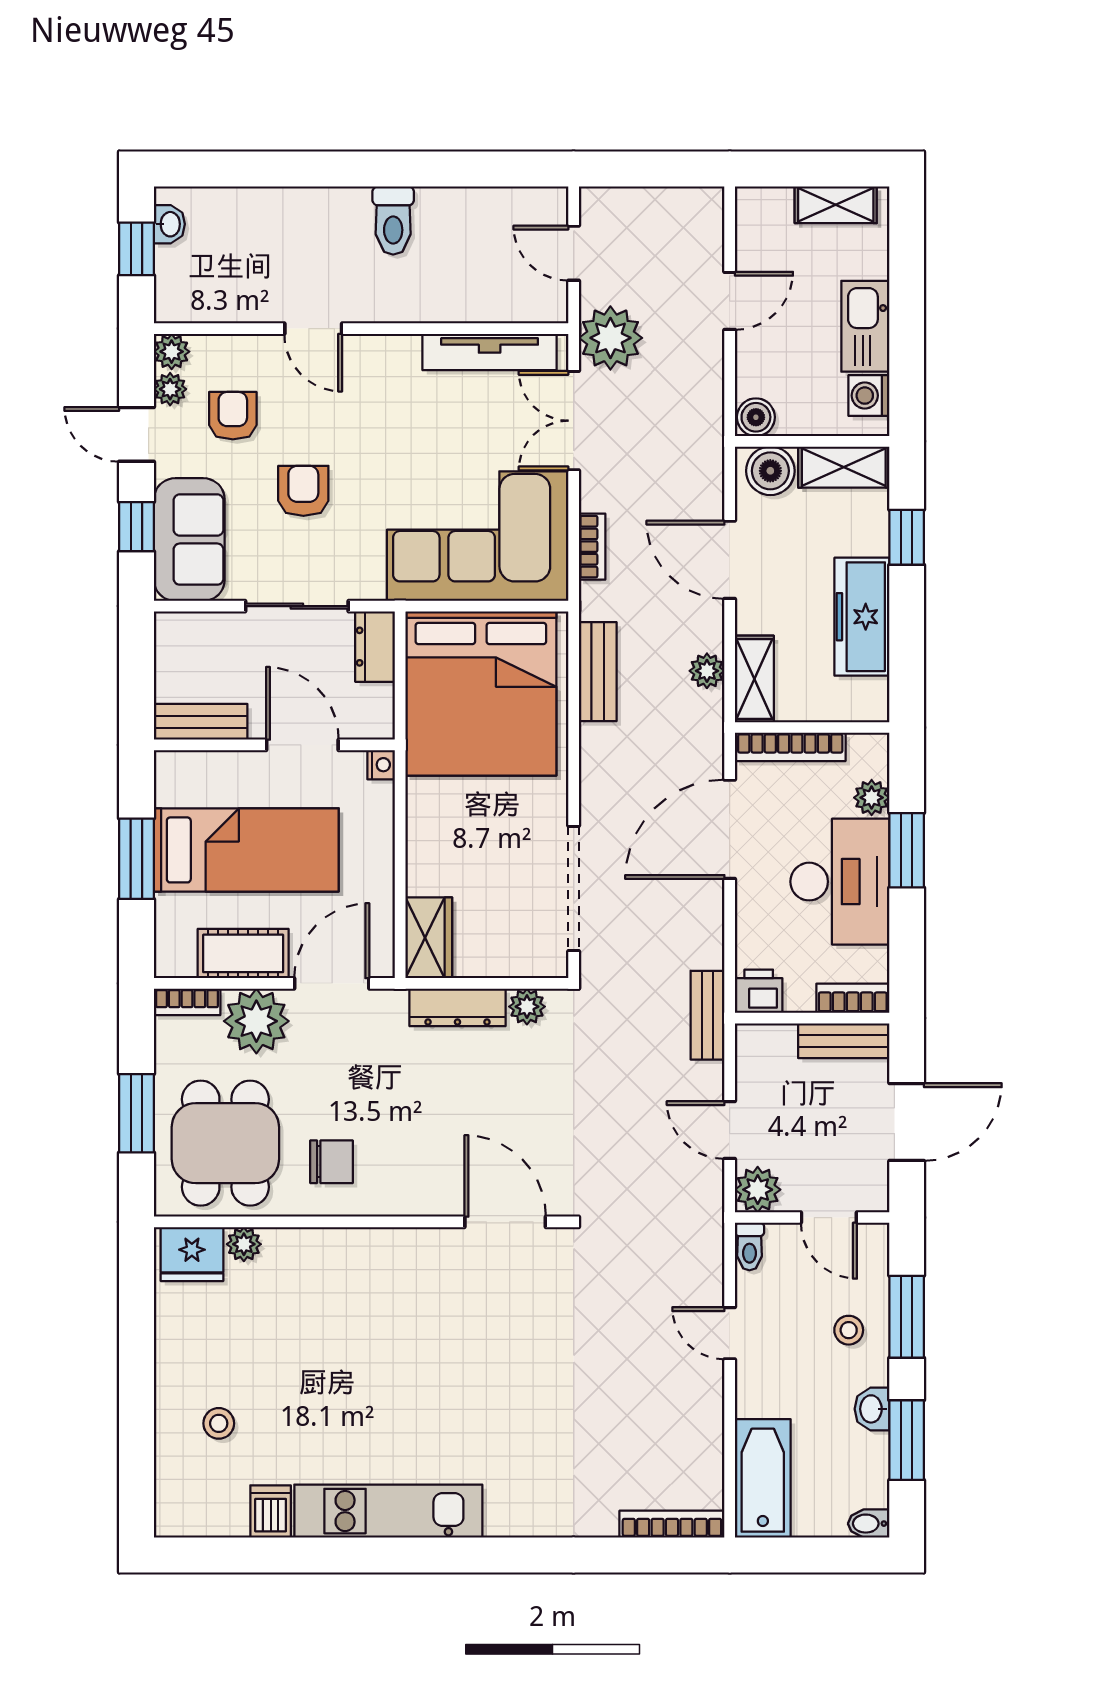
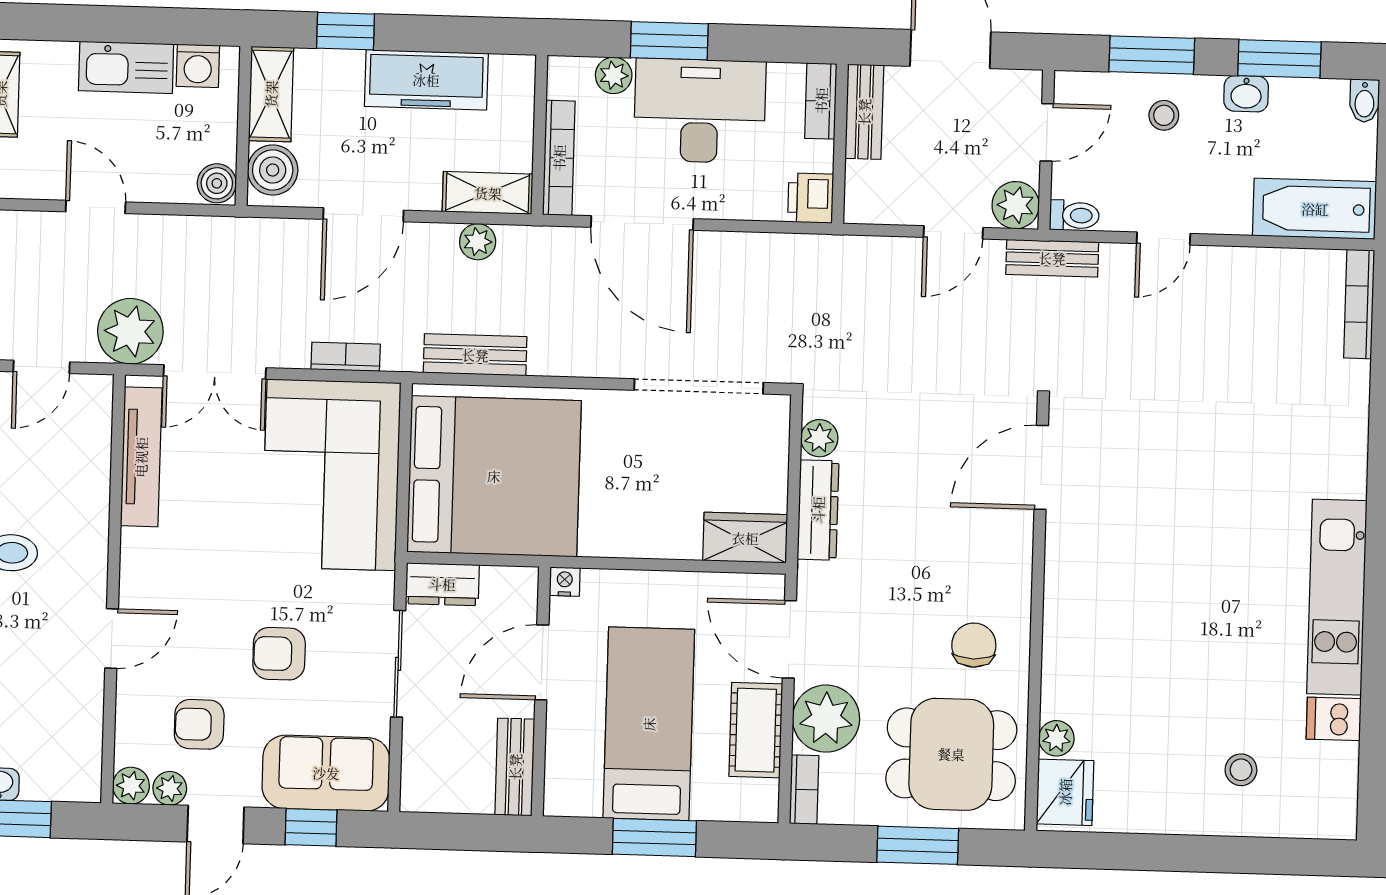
bench: (708, 1015) -> (1052, 258), moved

